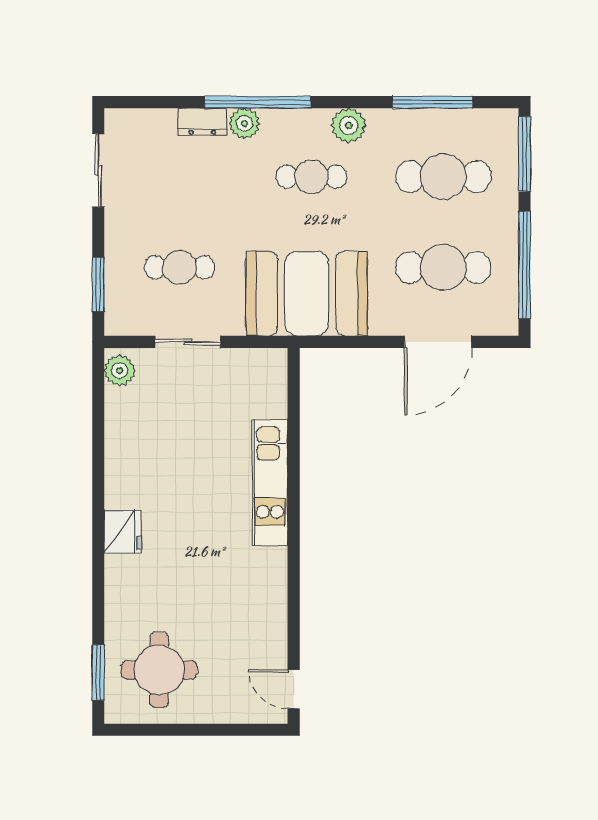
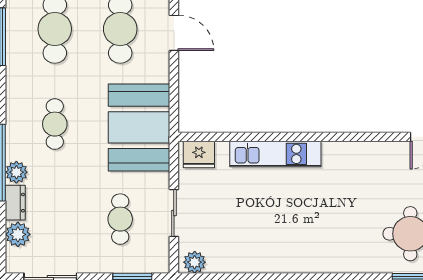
plant: (349, 125) -> (18, 234), moved
door: (438, 342) -> (174, 33), width x0.73
fridge: (123, 531) -> (199, 154), moved, turned 180

